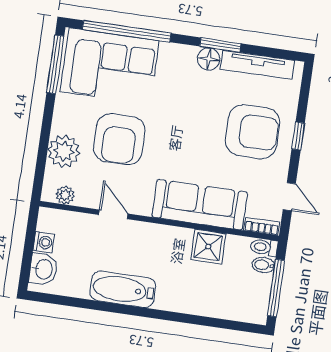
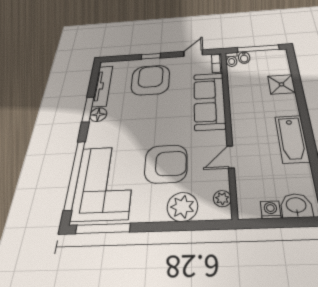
shower: (208, 247) -> (282, 84), moved

